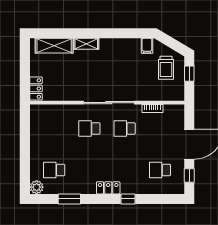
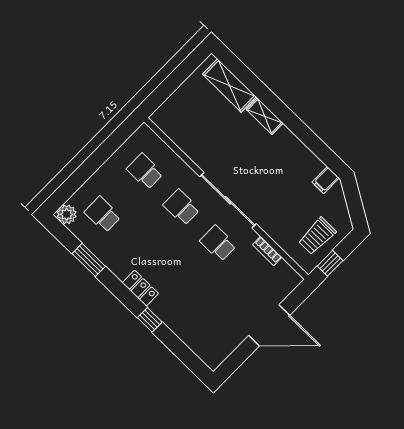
trolley: (166, 68) -> (317, 236), moved
window: (189, 74) -> (330, 263), moved
locker: (36, 89) -> (167, 111), removed
school desk: (160, 170) -> (145, 171), moved
window: (189, 176) -> (237, 358), removed

